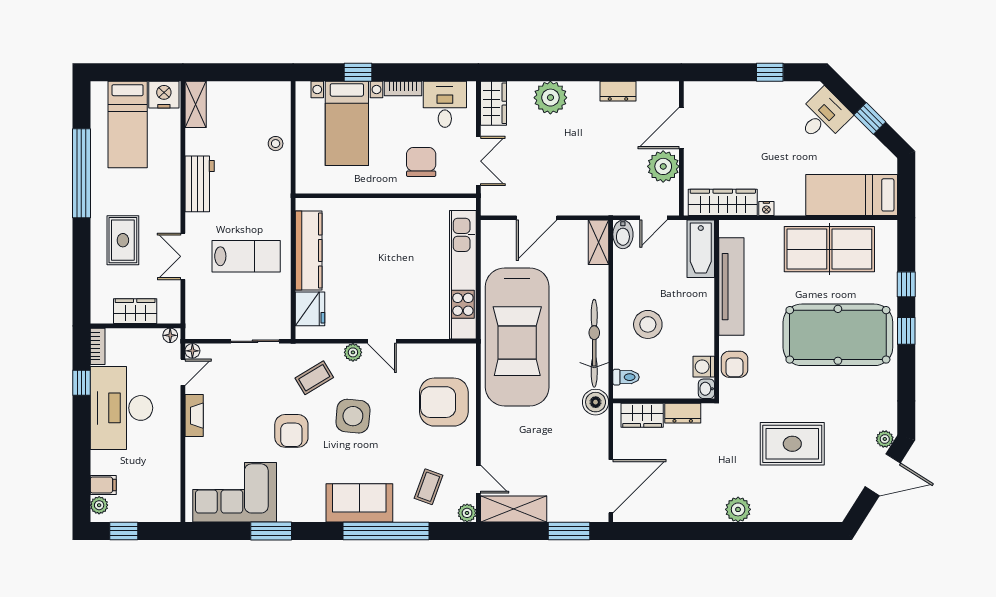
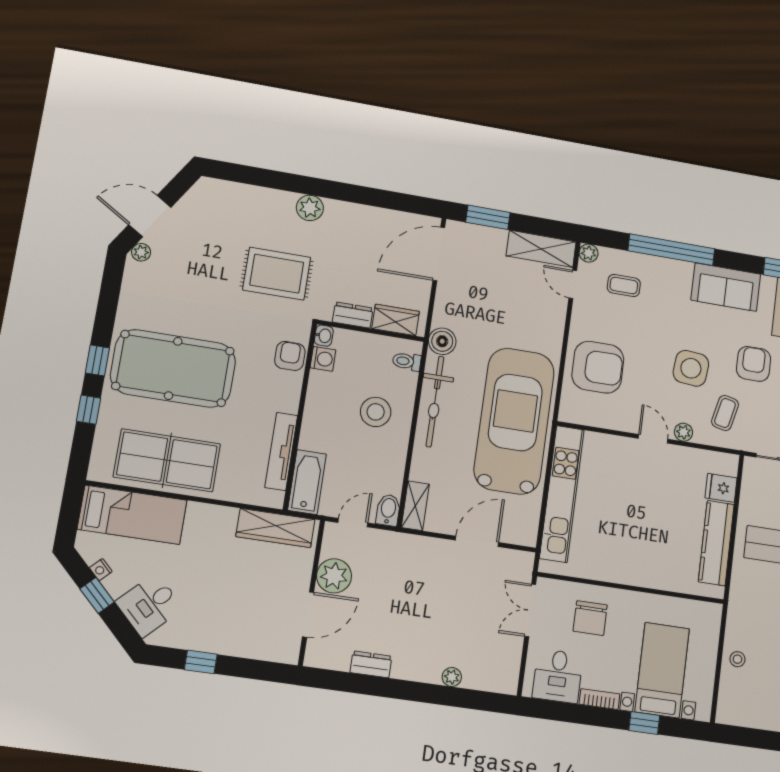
plant: (550, 98) -> (452, 677), width x0.53, depth x0.53
wardrobe: (493, 103) -> (506, 670), removed
nightstand: (766, 208) -> (101, 570), moved, turned -135
tv unit: (731, 287) -> (281, 451), width x0.73, depth x0.78
fridge: (310, 309) -> (721, 488), width x0.72
coffee table: (314, 378) -> (725, 413), turned -46
rug: (792, 444) -> (277, 274), moved
coffee table: (429, 487) -> (624, 286), turned 70
sofa: (359, 503) -> (726, 287), moved

